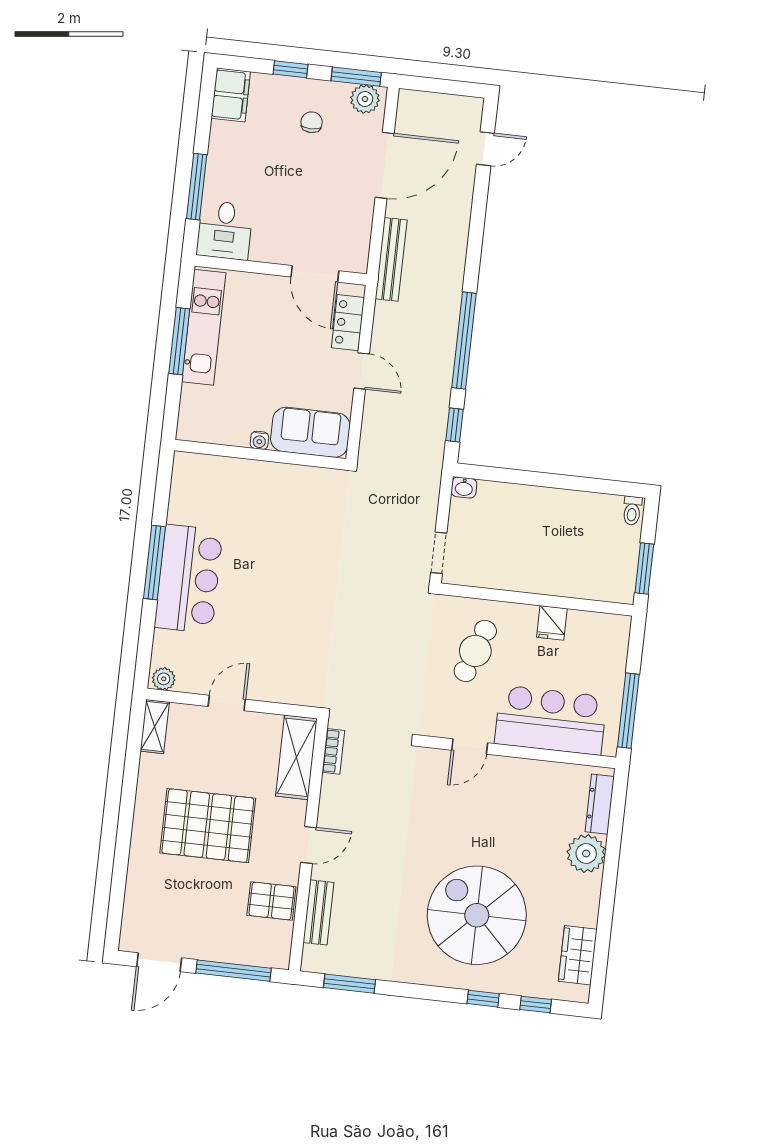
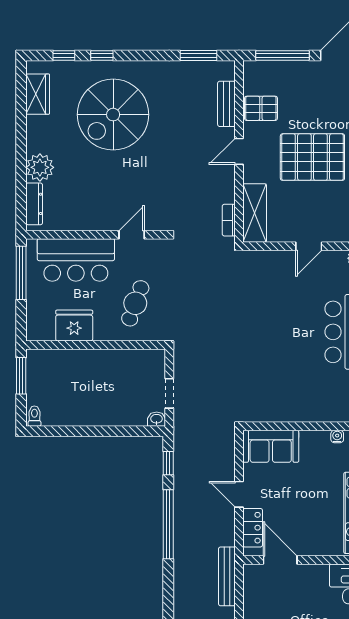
water cooler: (259, 440) -> (337, 437), moved
doorway: (439, 553) -> (169, 393), moved
fridge: (552, 623) -> (74, 326), width x1.88, depth x1.34
spiral stairs: (477, 915) -> (113, 115), turned 90

